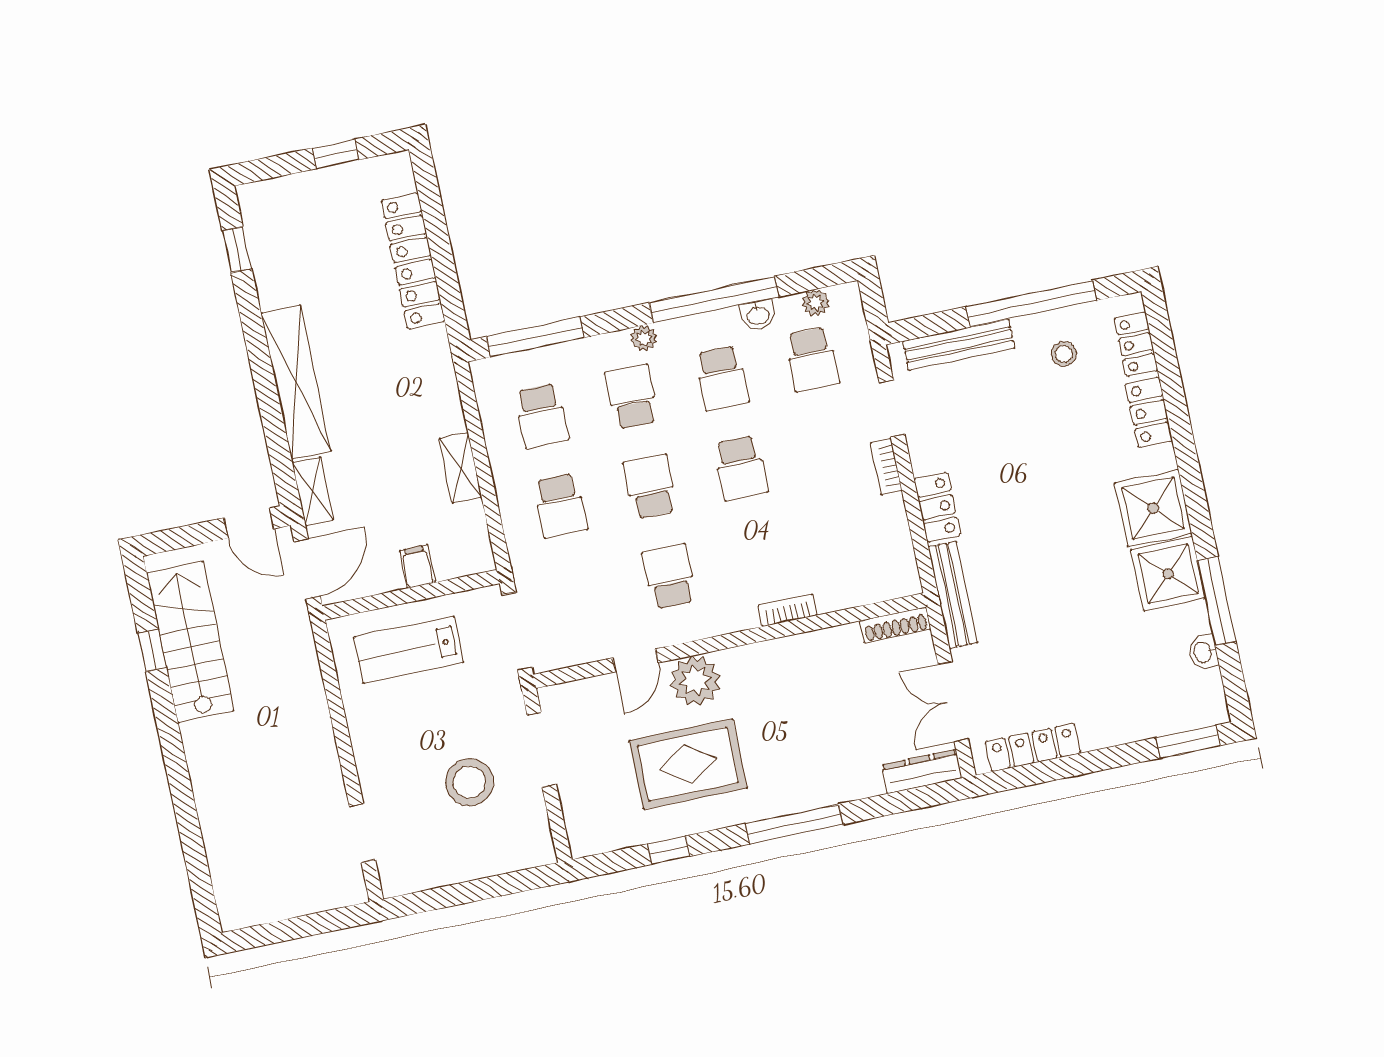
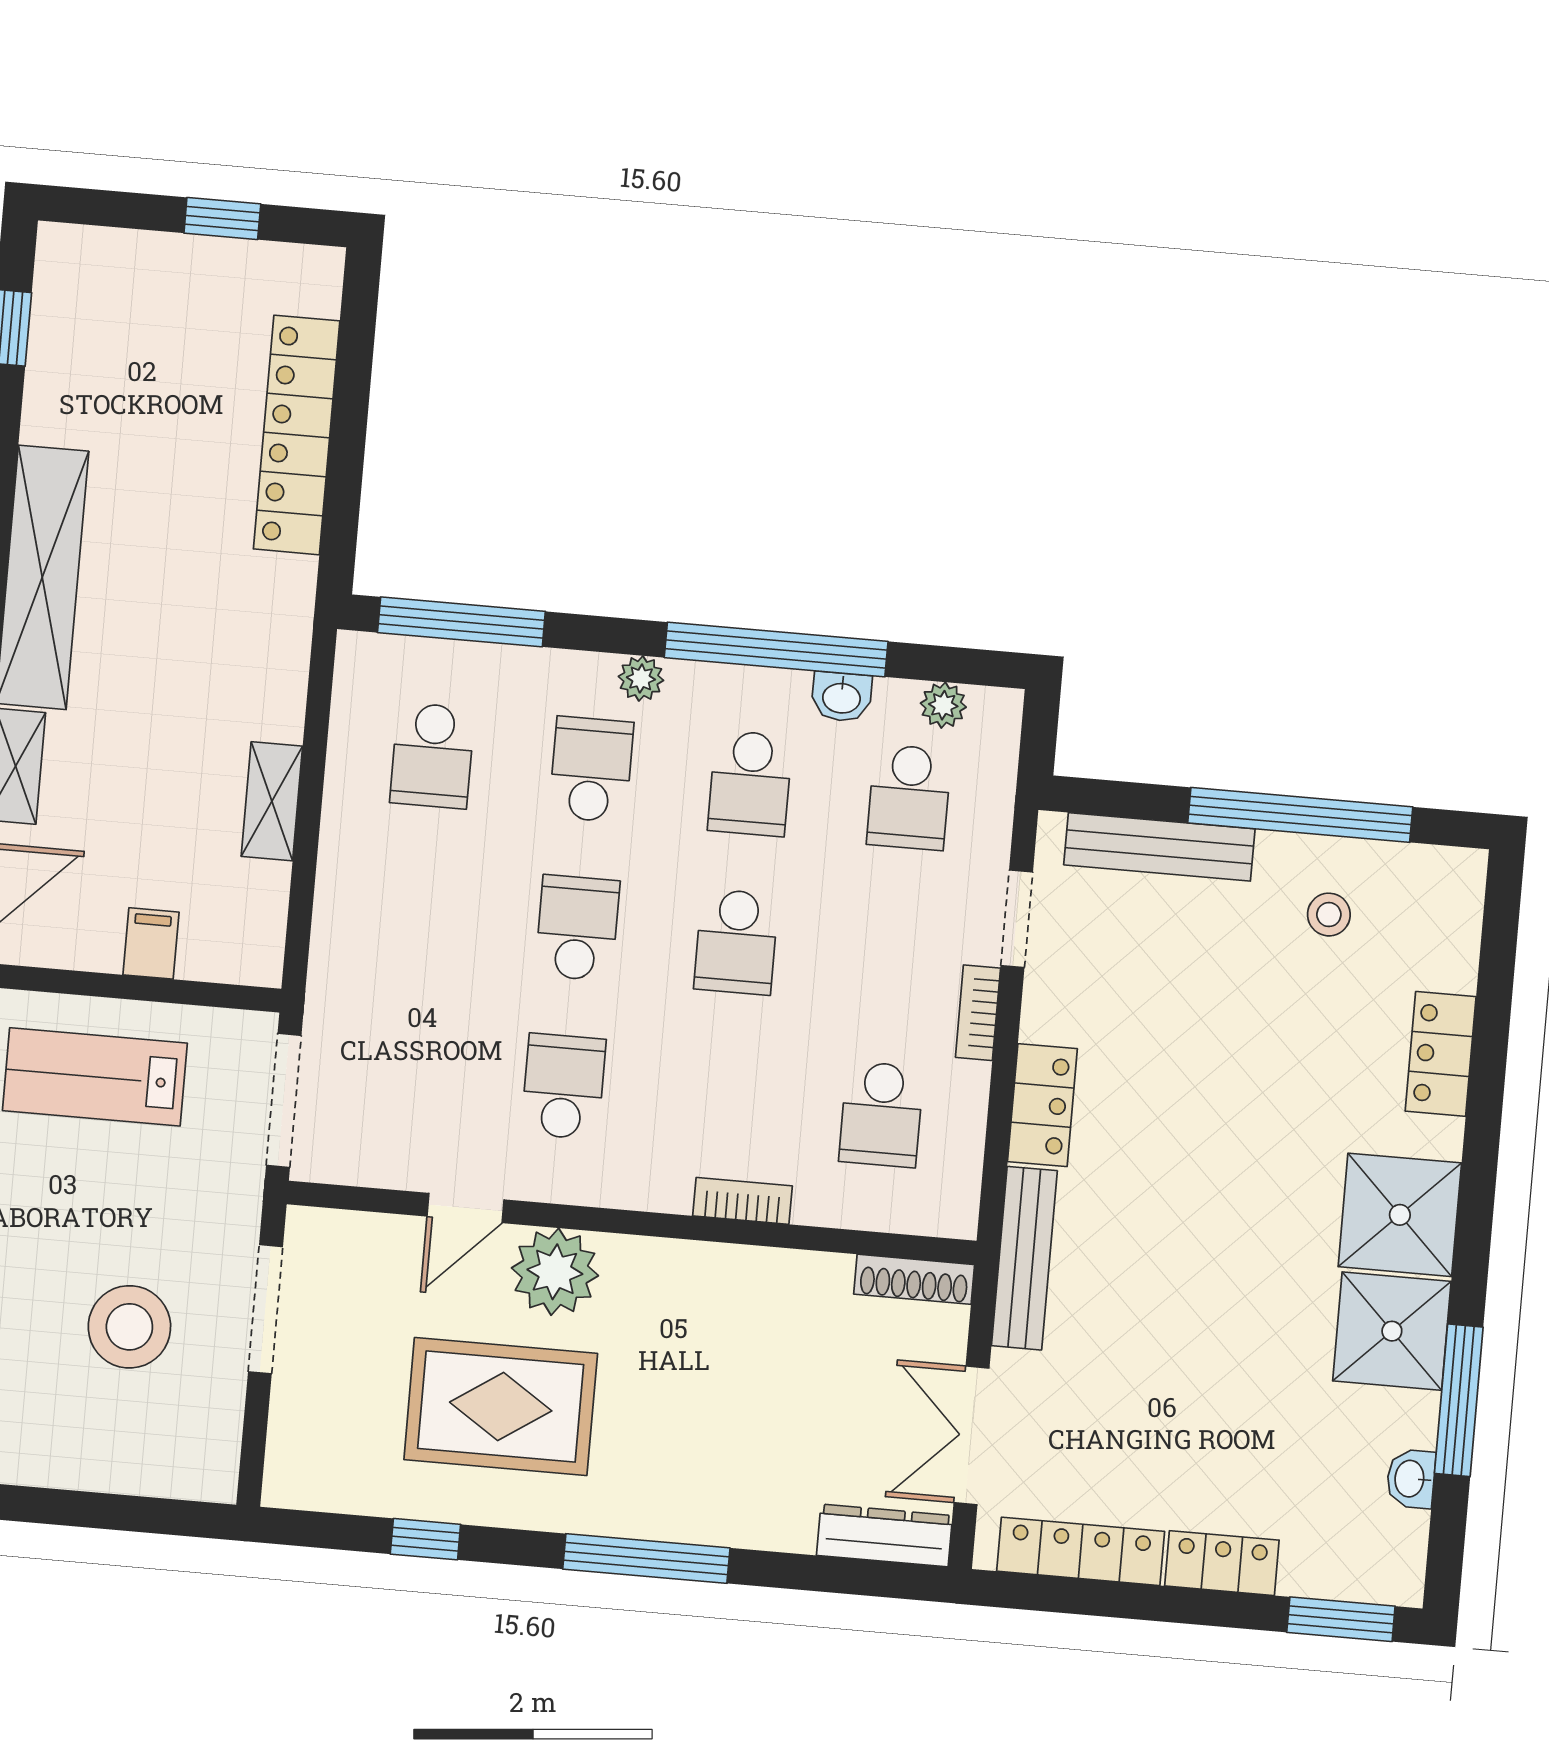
locker: (1136, 344) -> (1222, 1563), moved, turned 90
school desk: (560, 506) -> (881, 1114), moved

